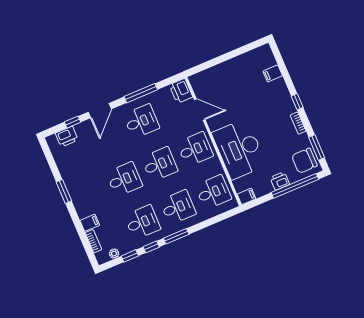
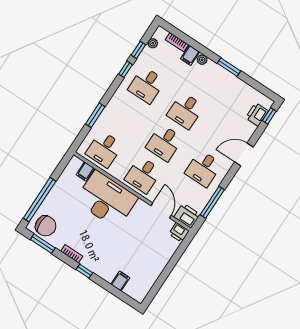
window: (141, 93) -> (212, 202), moved
door: (200, 110) -> (161, 211), swing flipped
door: (100, 111) -> (244, 154), hinge flipped
window: (73, 122) -> (269, 116), moved
chair: (304, 161) -> (46, 226), turned 90
printer: (280, 181) -> (179, 232), moved, turned 90
filing cabinet: (246, 196) -> (85, 172), moved
desk: (178, 207) -> (125, 117), removed
plant: (82, 213) -> (202, 60), added
window: (176, 236) -> (95, 115), moved

